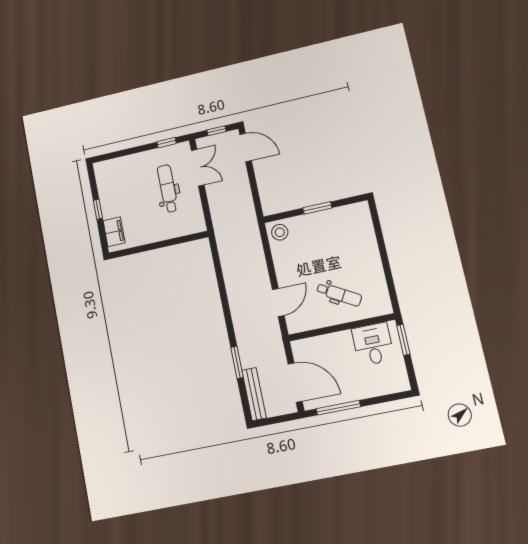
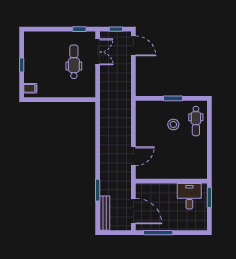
filing cabinet: (114, 232) -> (30, 88), width x0.50
stool: (280, 232) -> (173, 124), moved
dental chair: (339, 294) -> (196, 121), moved, turned 60

